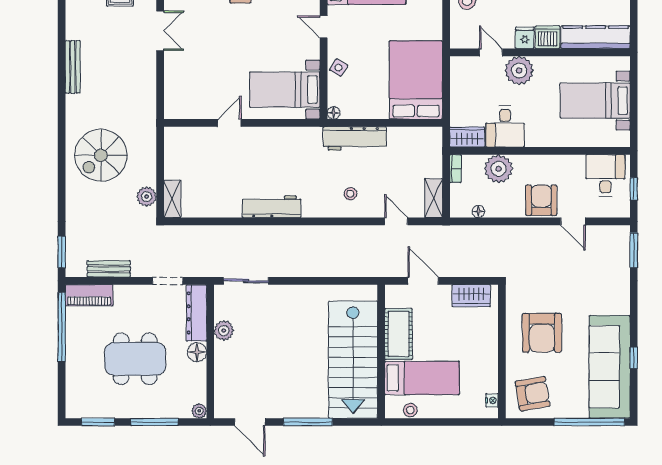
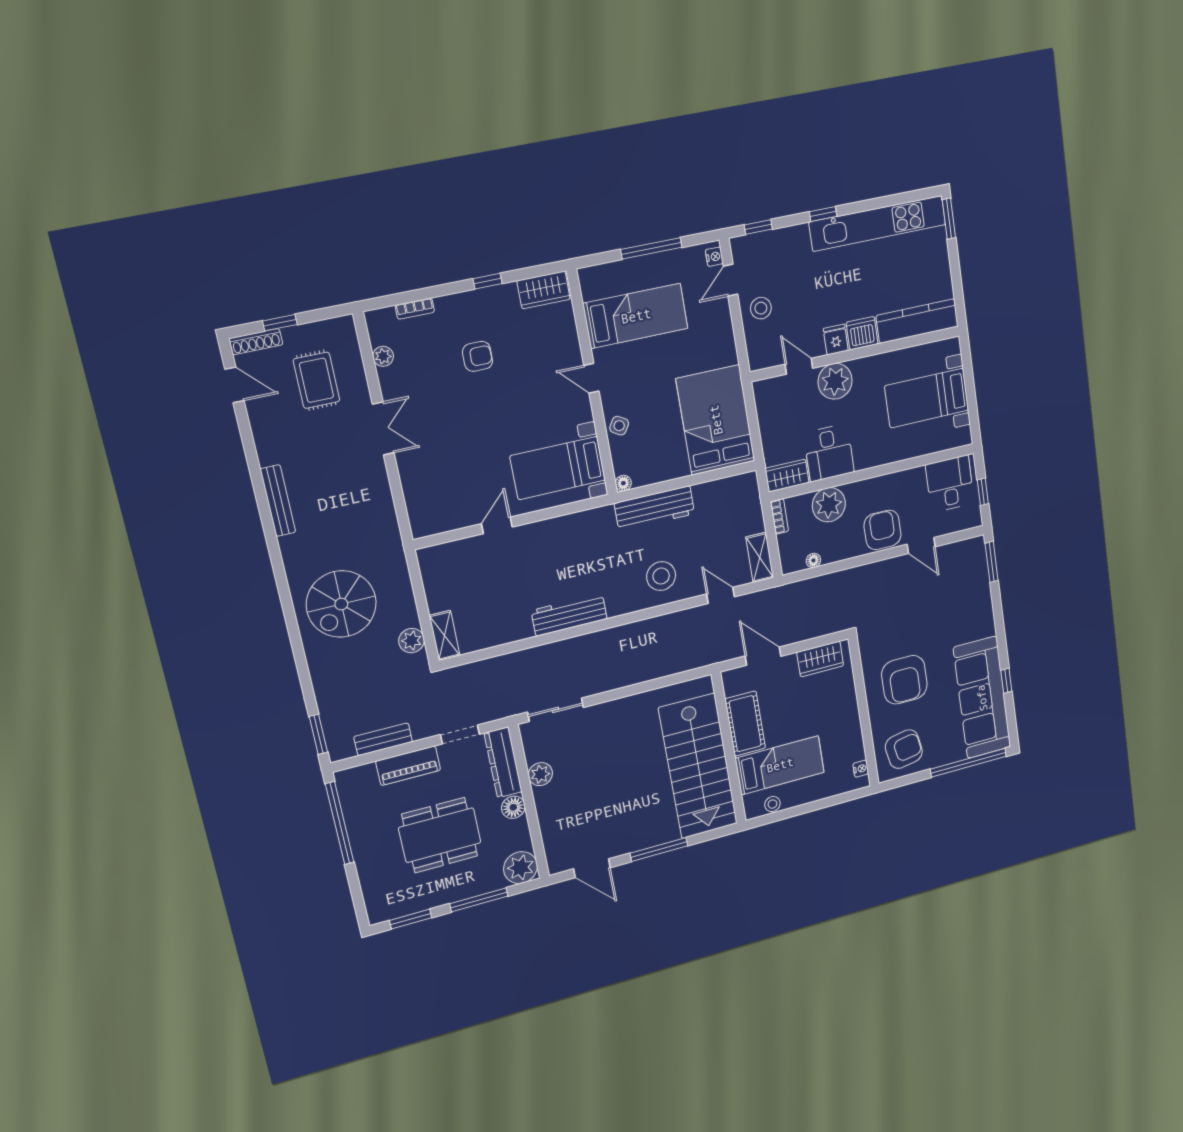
stool: (350, 194) -> (661, 576), width x1.89, depth x1.89
piano: (89, 295) -> (408, 766), moved
plant: (199, 411) -> (521, 868), width x1.87, depth x1.87

